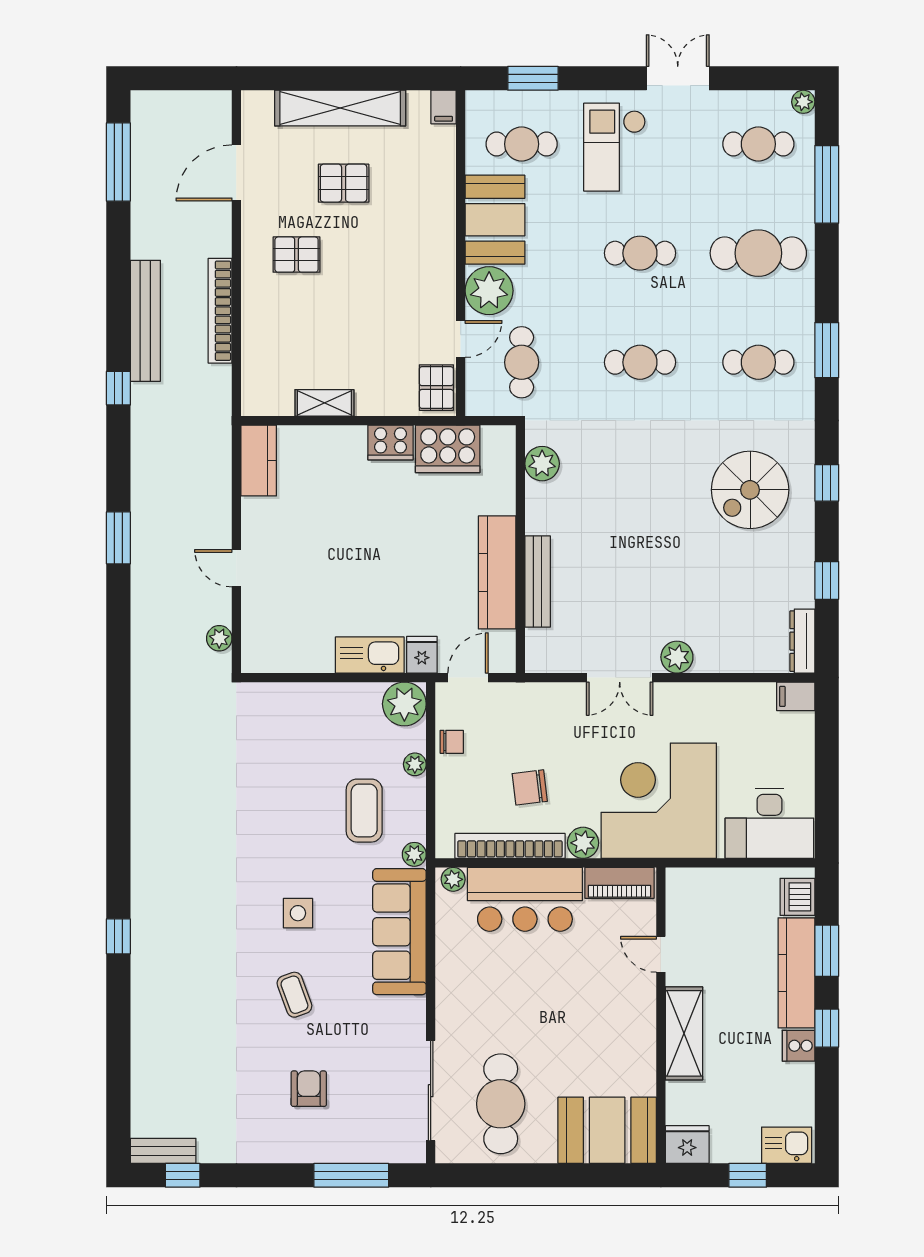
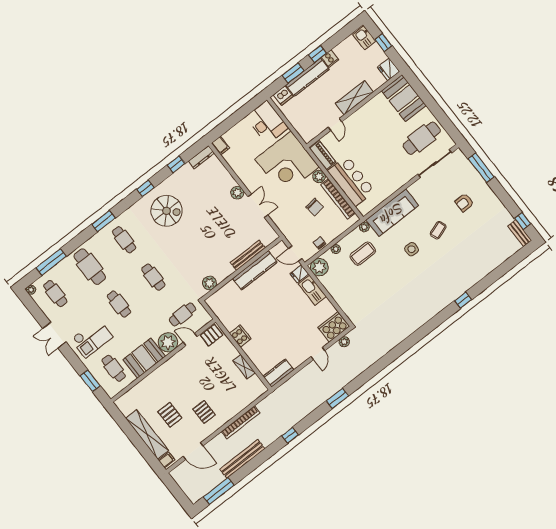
filing cabinet: (444, 107) -> (167, 460), moved
bench: (145, 321) -> (242, 459), moved
cooker: (448, 449) -> (334, 327), moved, turned -90
plant: (453, 879) -> (363, 209), removed

